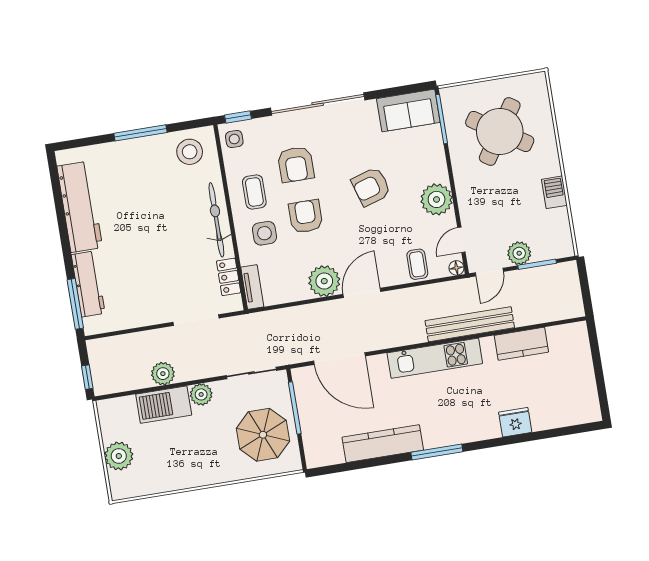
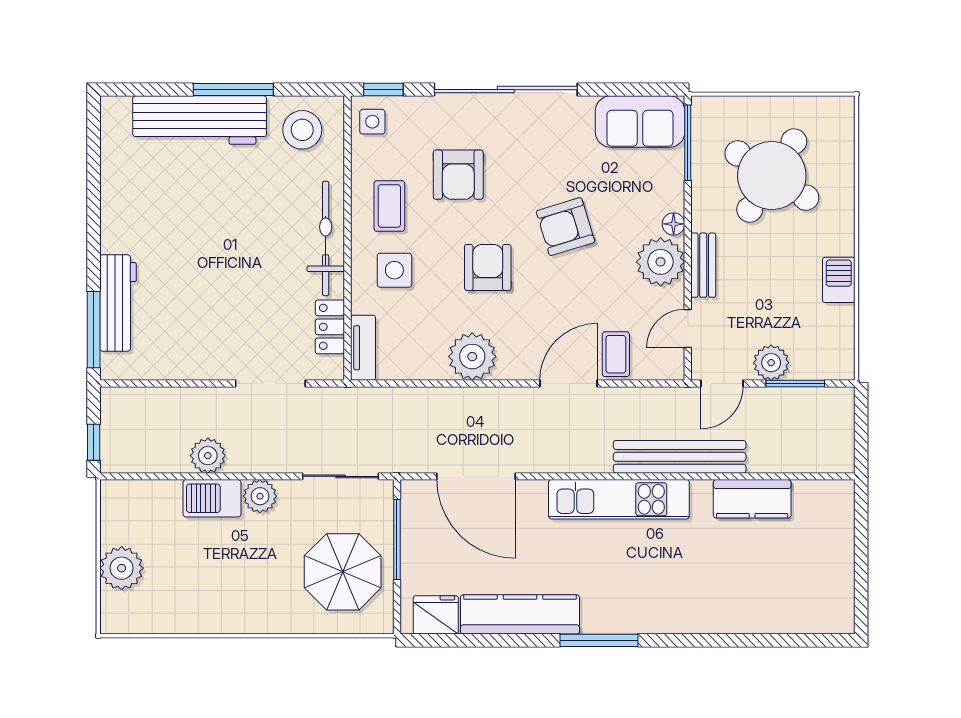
bench: (465, 197) -> (703, 265), added
workbench: (80, 207) -> (200, 120), moved, turned 90
armchair: (306, 216) -> (488, 267), moved
floor lamp: (456, 268) -> (674, 224), moved
door: (362, 293) -> (568, 384), moved
barbecue: (164, 405) -> (212, 498), width x0.73, depth x0.83
fridge: (515, 422) -> (436, 615), moved

